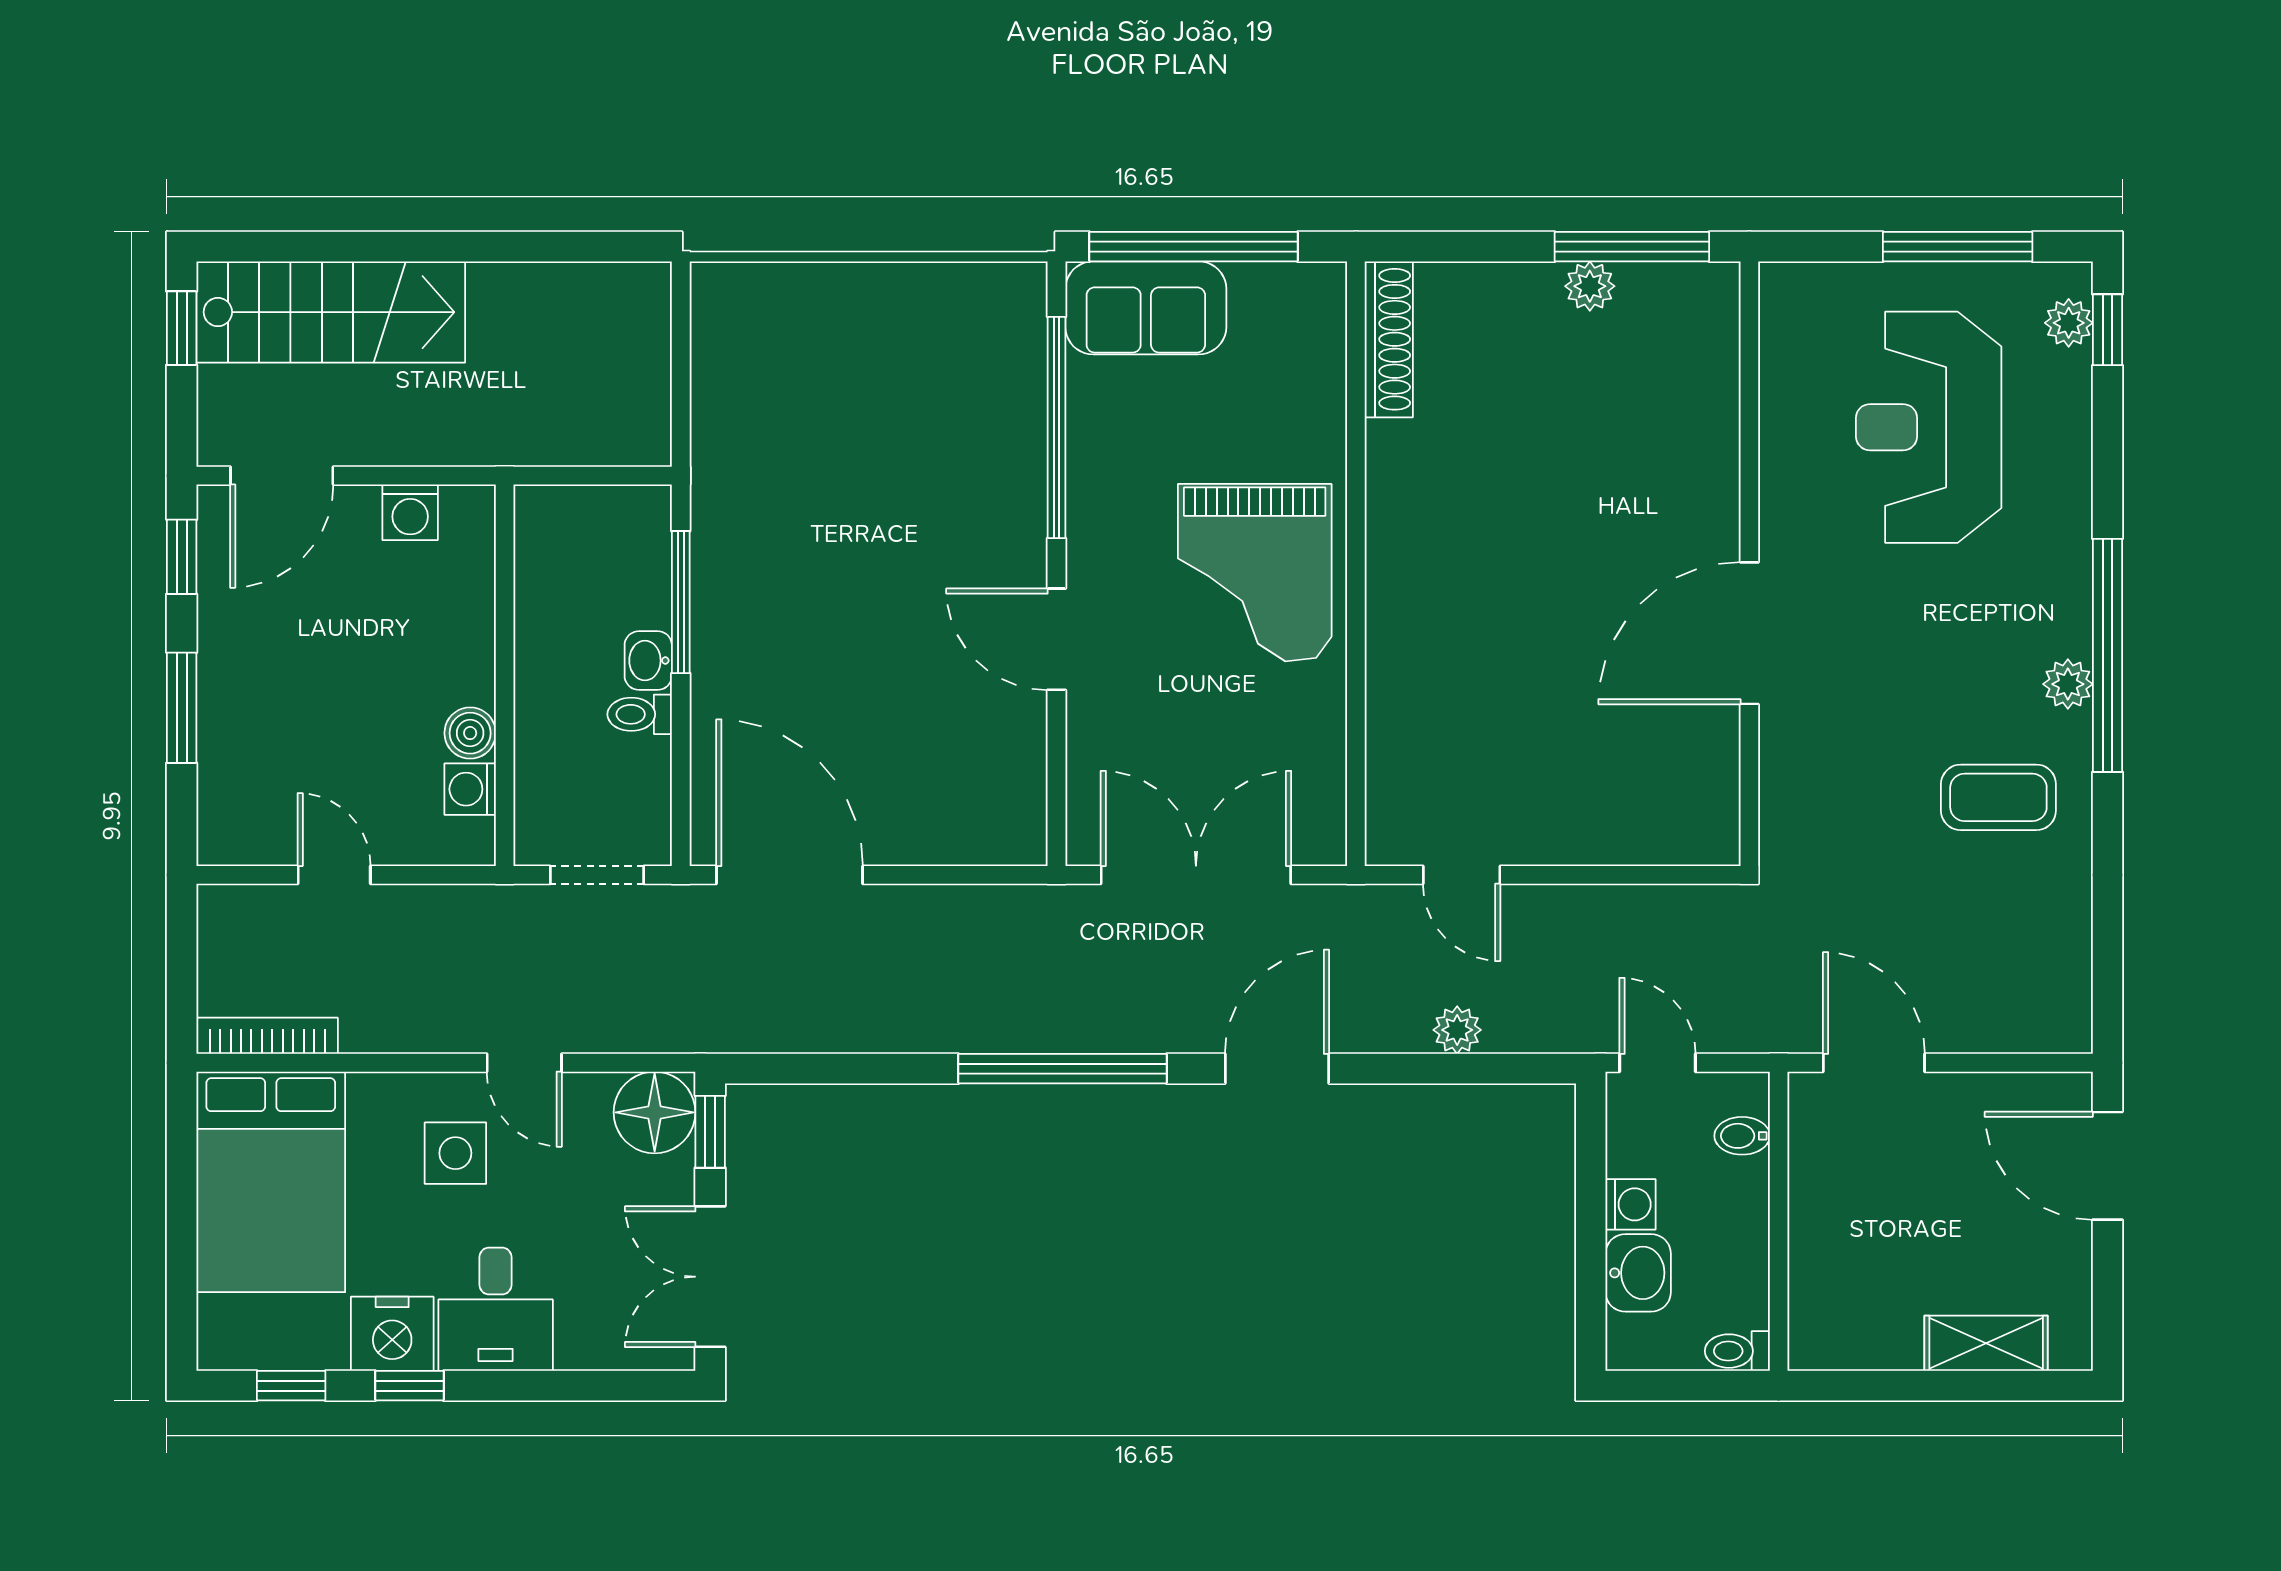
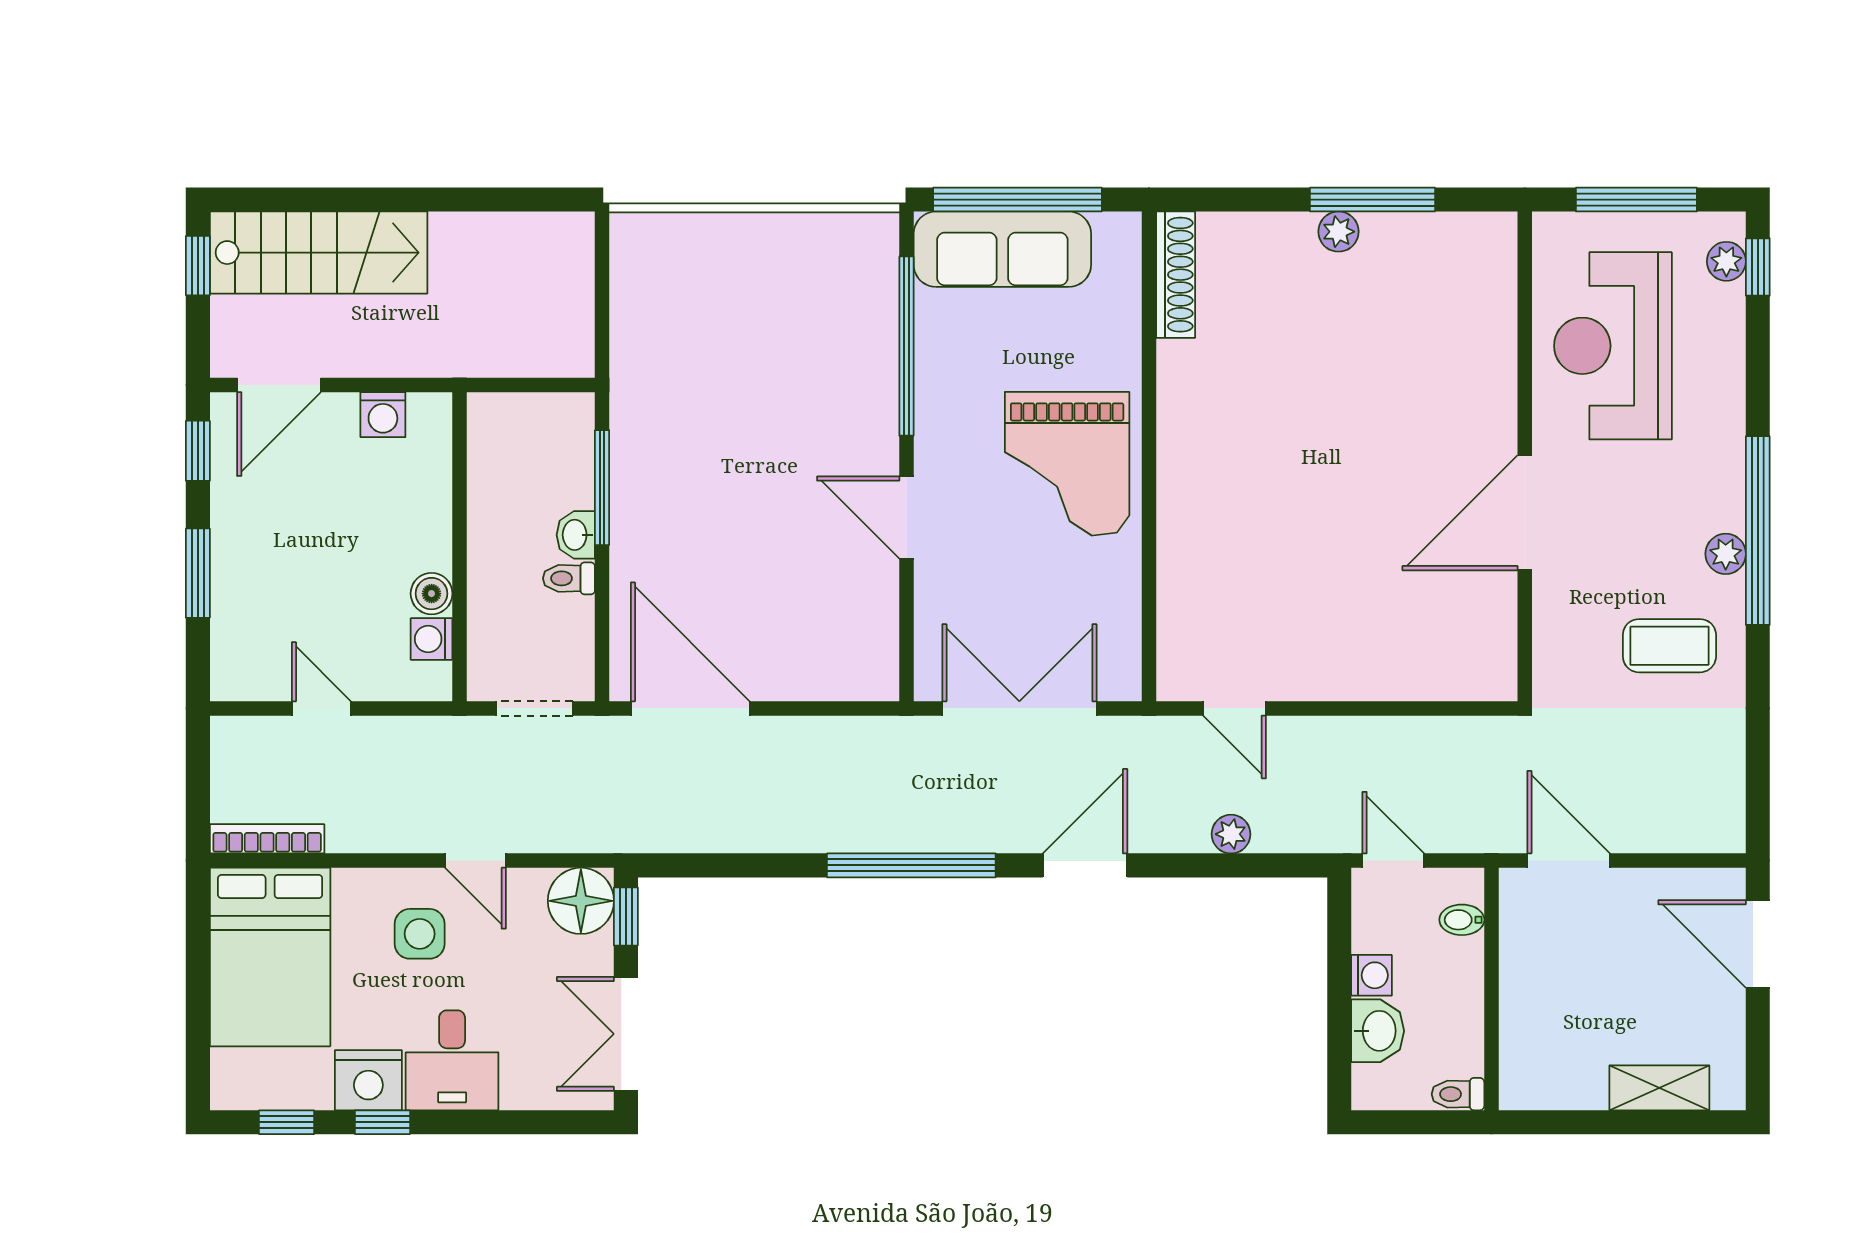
sofa: (1146, 308) -> (1002, 249), width x1.36
wall: (1749, 564) -> (1525, 456), moved
door: (1749, 633) -> (1525, 513), moved

